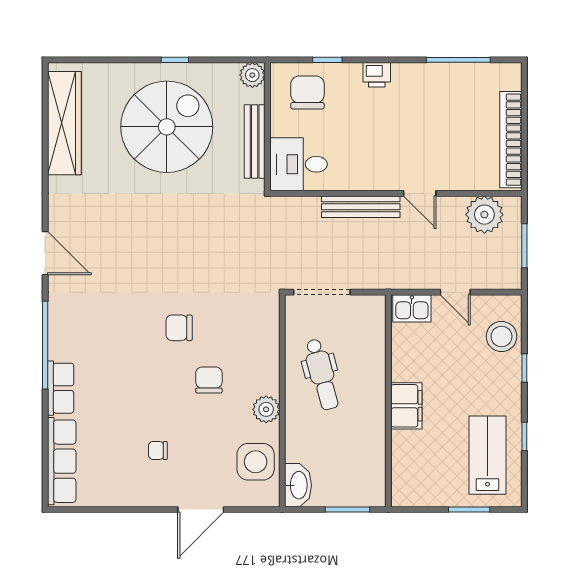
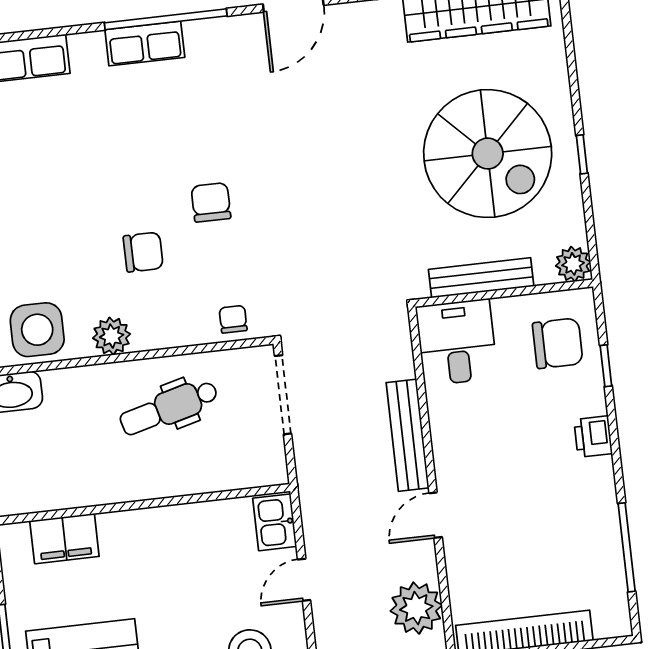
row of seats: (61, 388) -> (145, 43), moved
filing cabinet: (406, 406) -> (64, 539), moved
chair: (158, 451) -> (233, 319), moved

